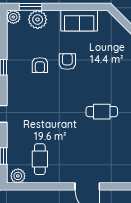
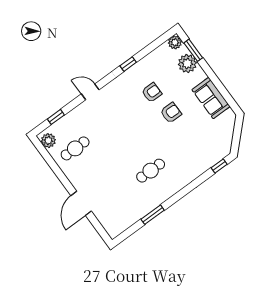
armchair: (40, 65) -> (152, 93), turned 180
cafe table: (102, 112) -> (151, 171), turned 90

